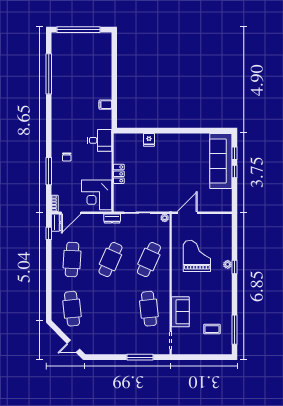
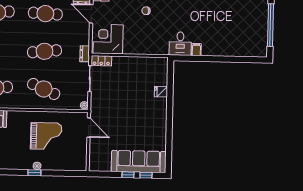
desk: (100, 140) -> (180, 44), moved
locker: (119, 174) -> (101, 61), moved
cafe table: (110, 260) -> (44, 51), turned -30

